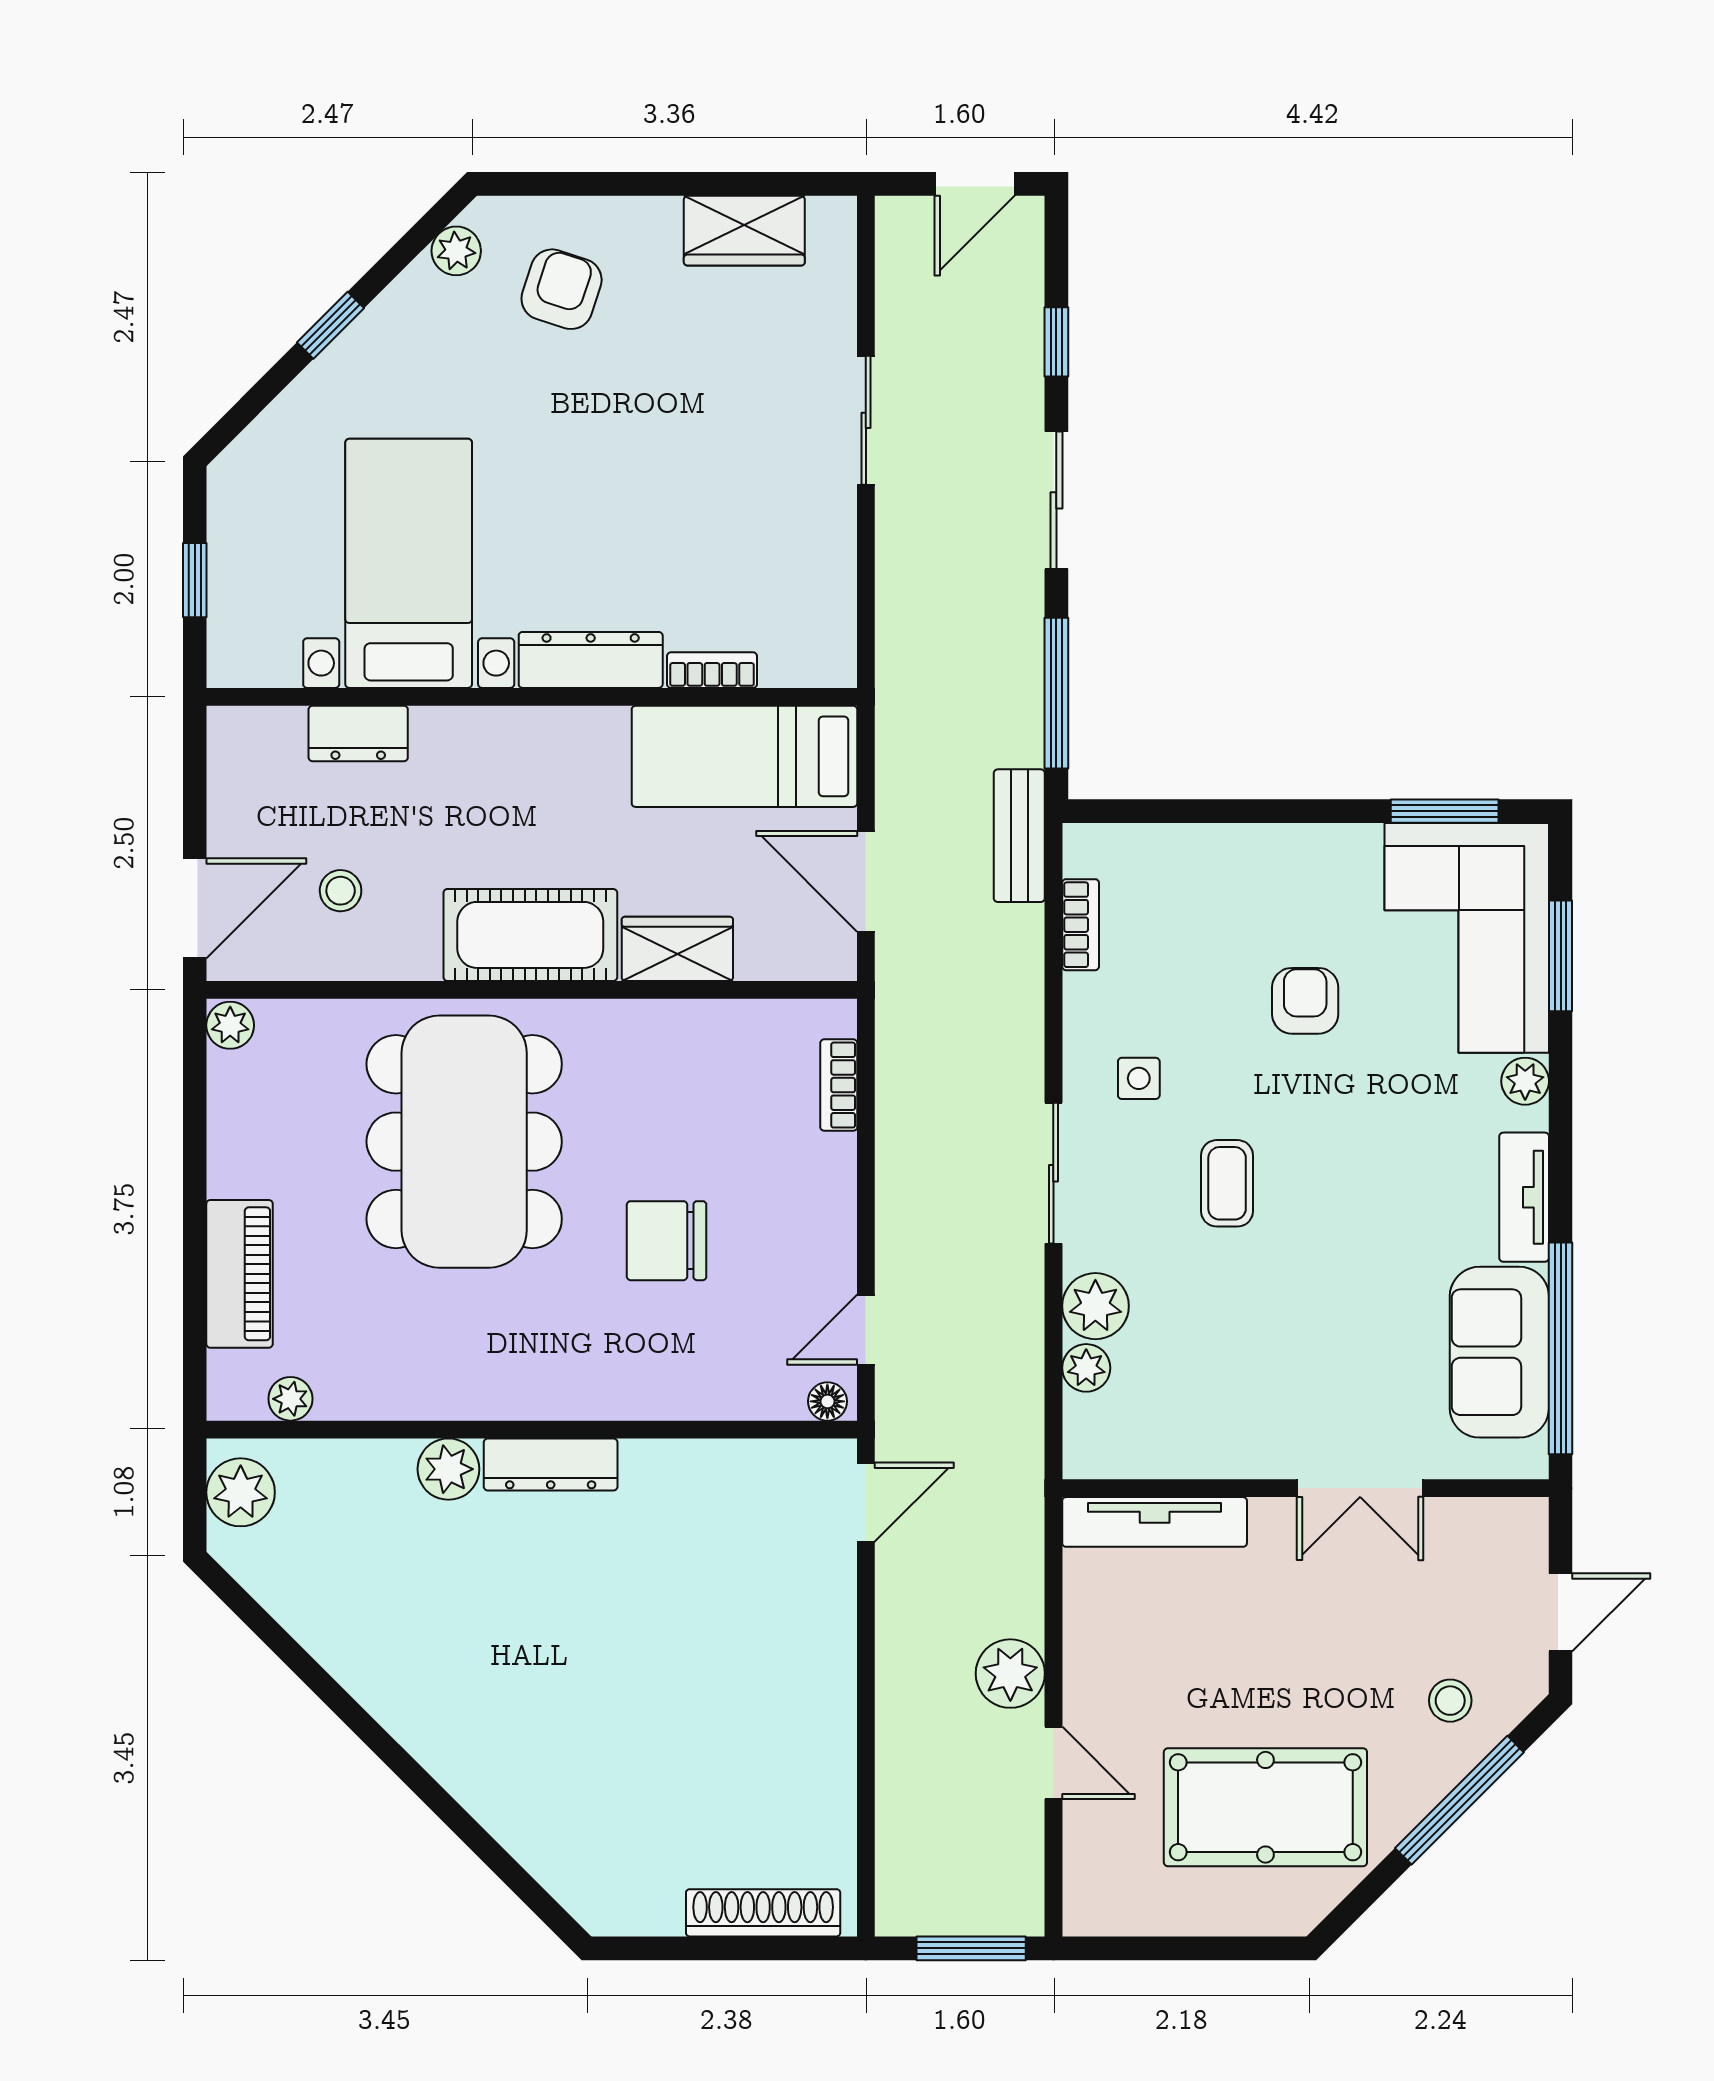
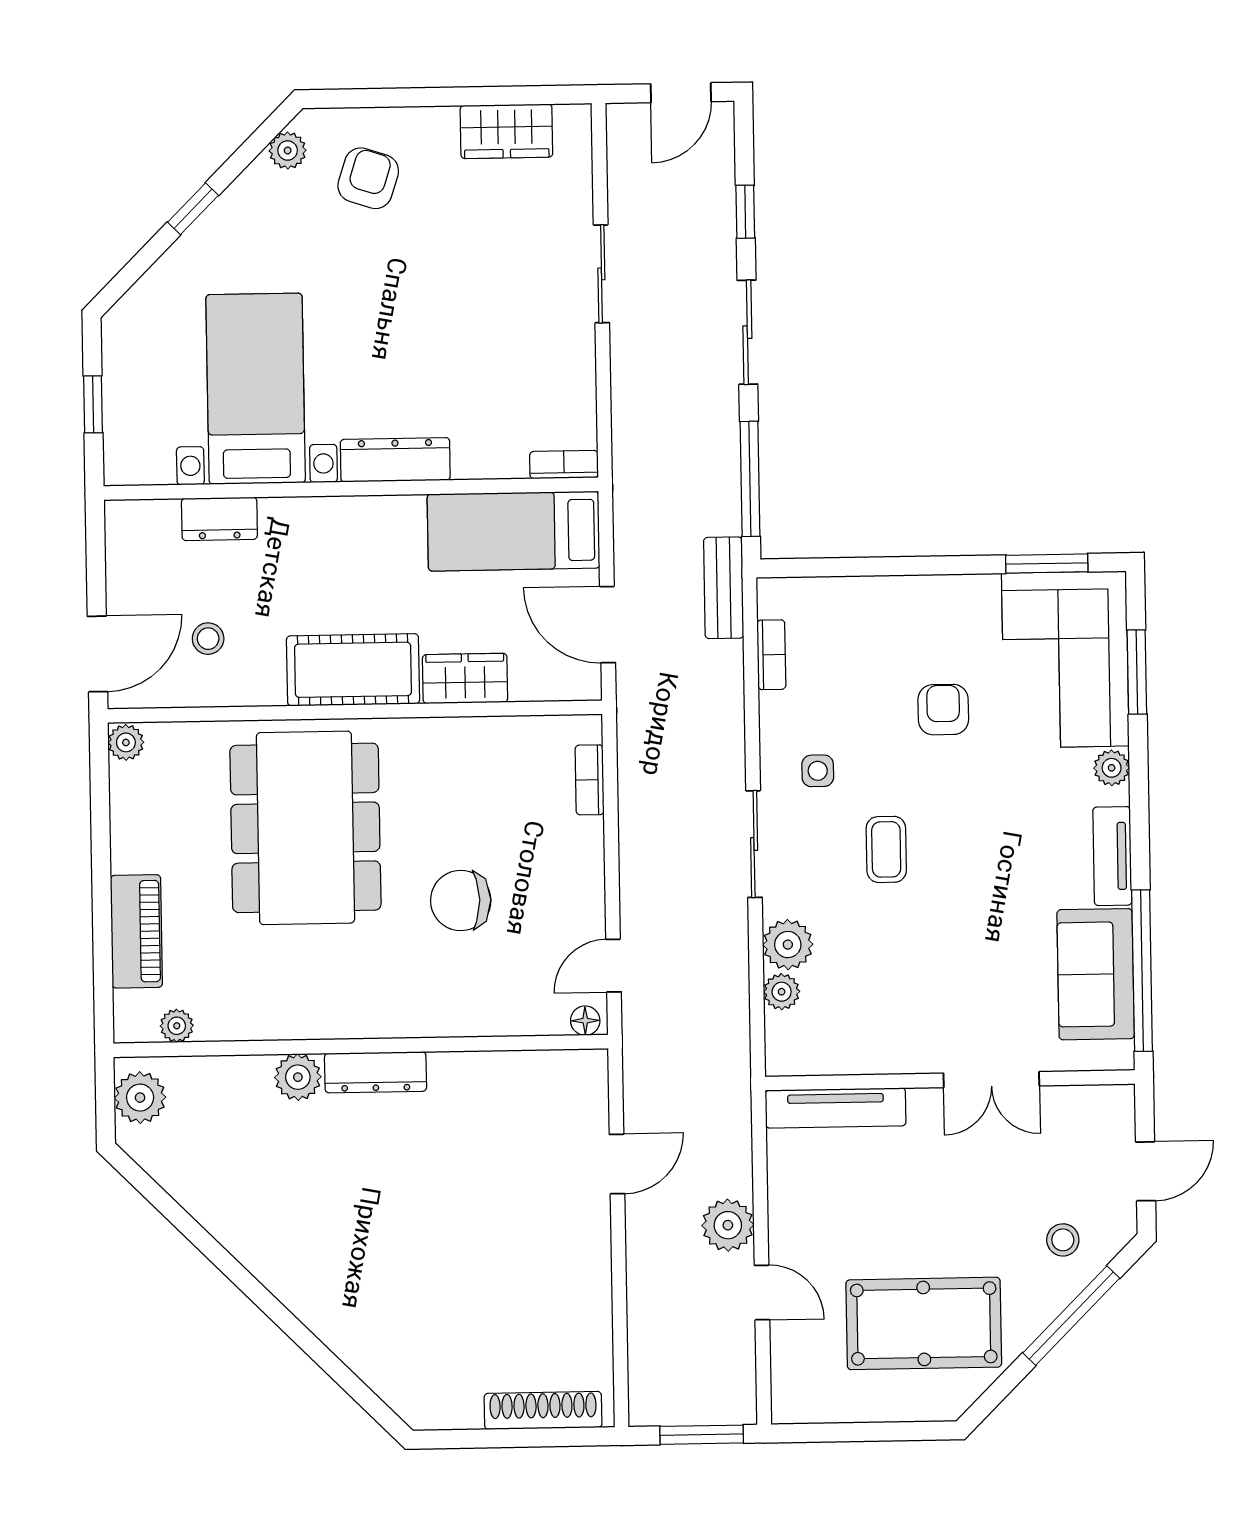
bookcase: (712, 670) -> (564, 465), moved
door: (866, 1502) -> (617, 1164), moved

